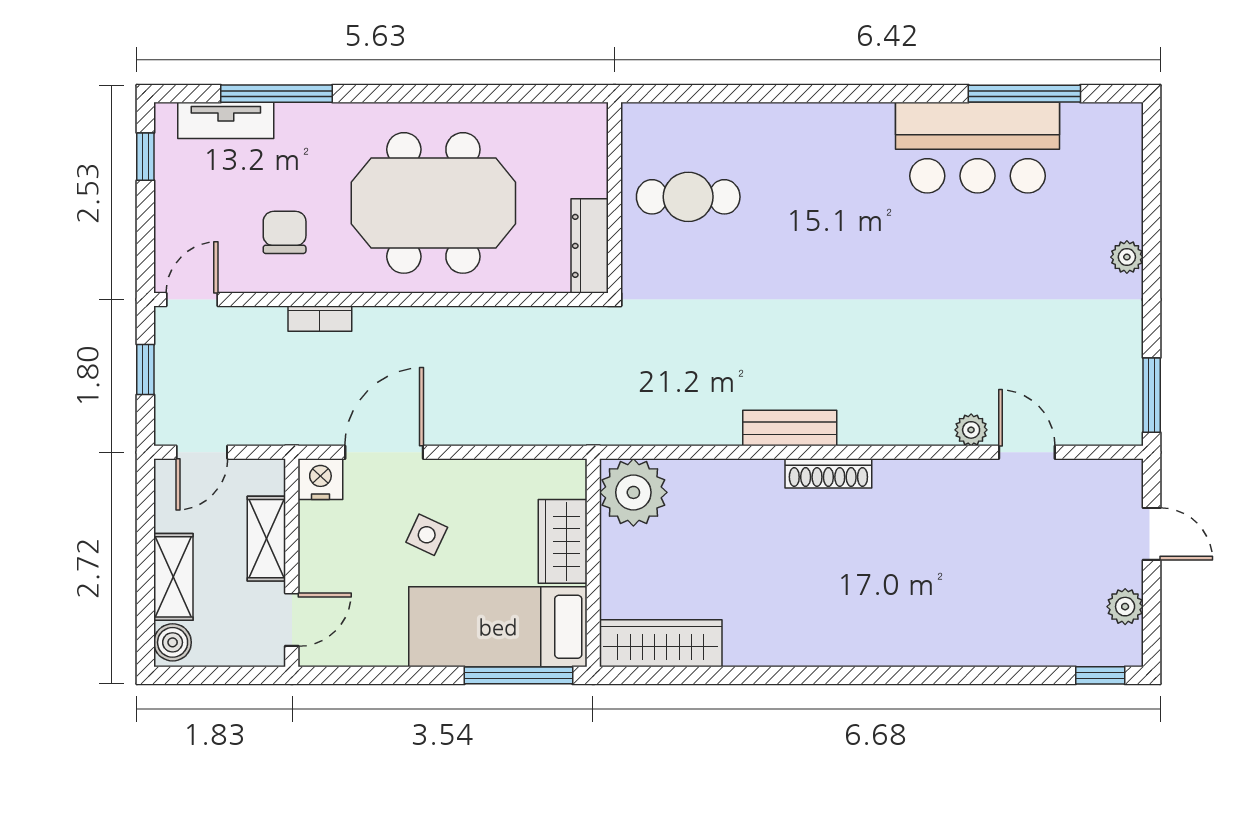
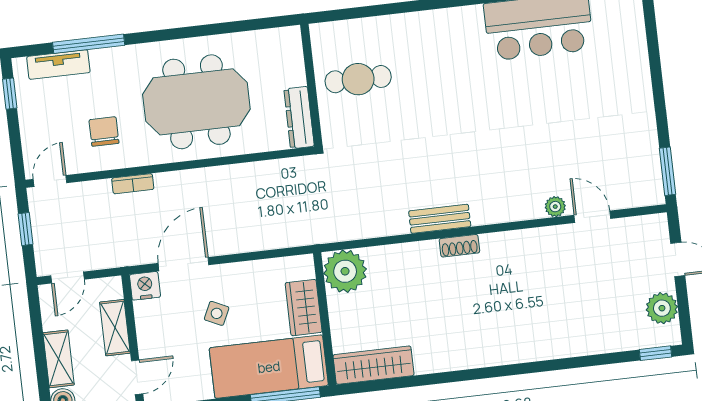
plant: (1127, 257) -> (642, 85), removed
shoe rack: (828, 473) -> (459, 246), width x0.70
plant: (1125, 607) -> (662, 308), width x1.38, depth x1.38

